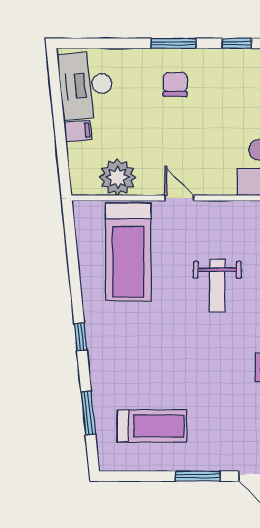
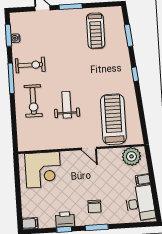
printer: (234, 63) -> (65, 219), added
plant: (118, 177) -> (131, 156), moved
treadmill: (152, 426) -> (96, 31), turned -90

